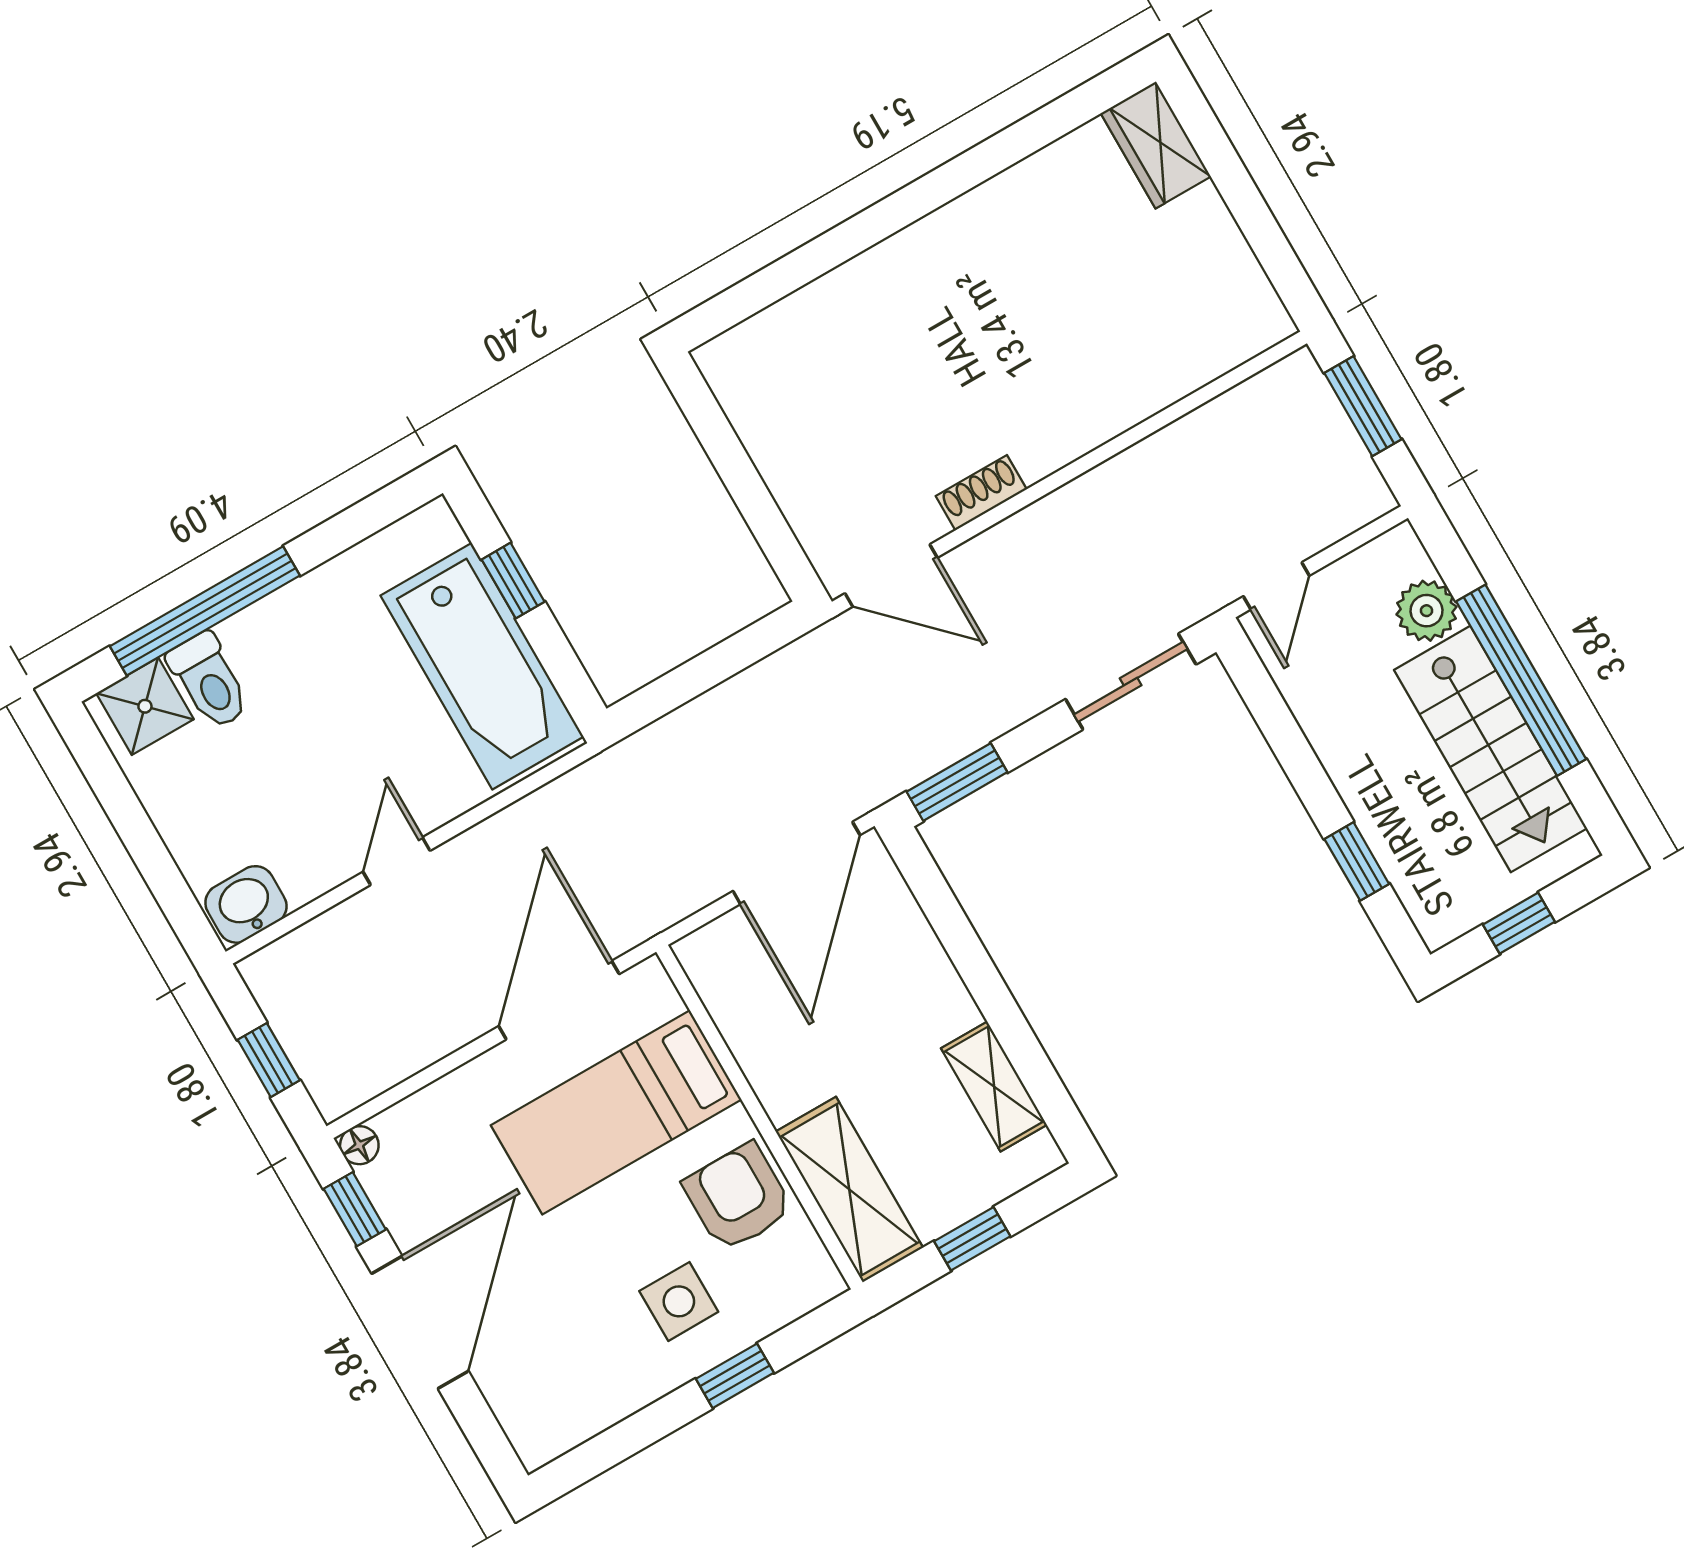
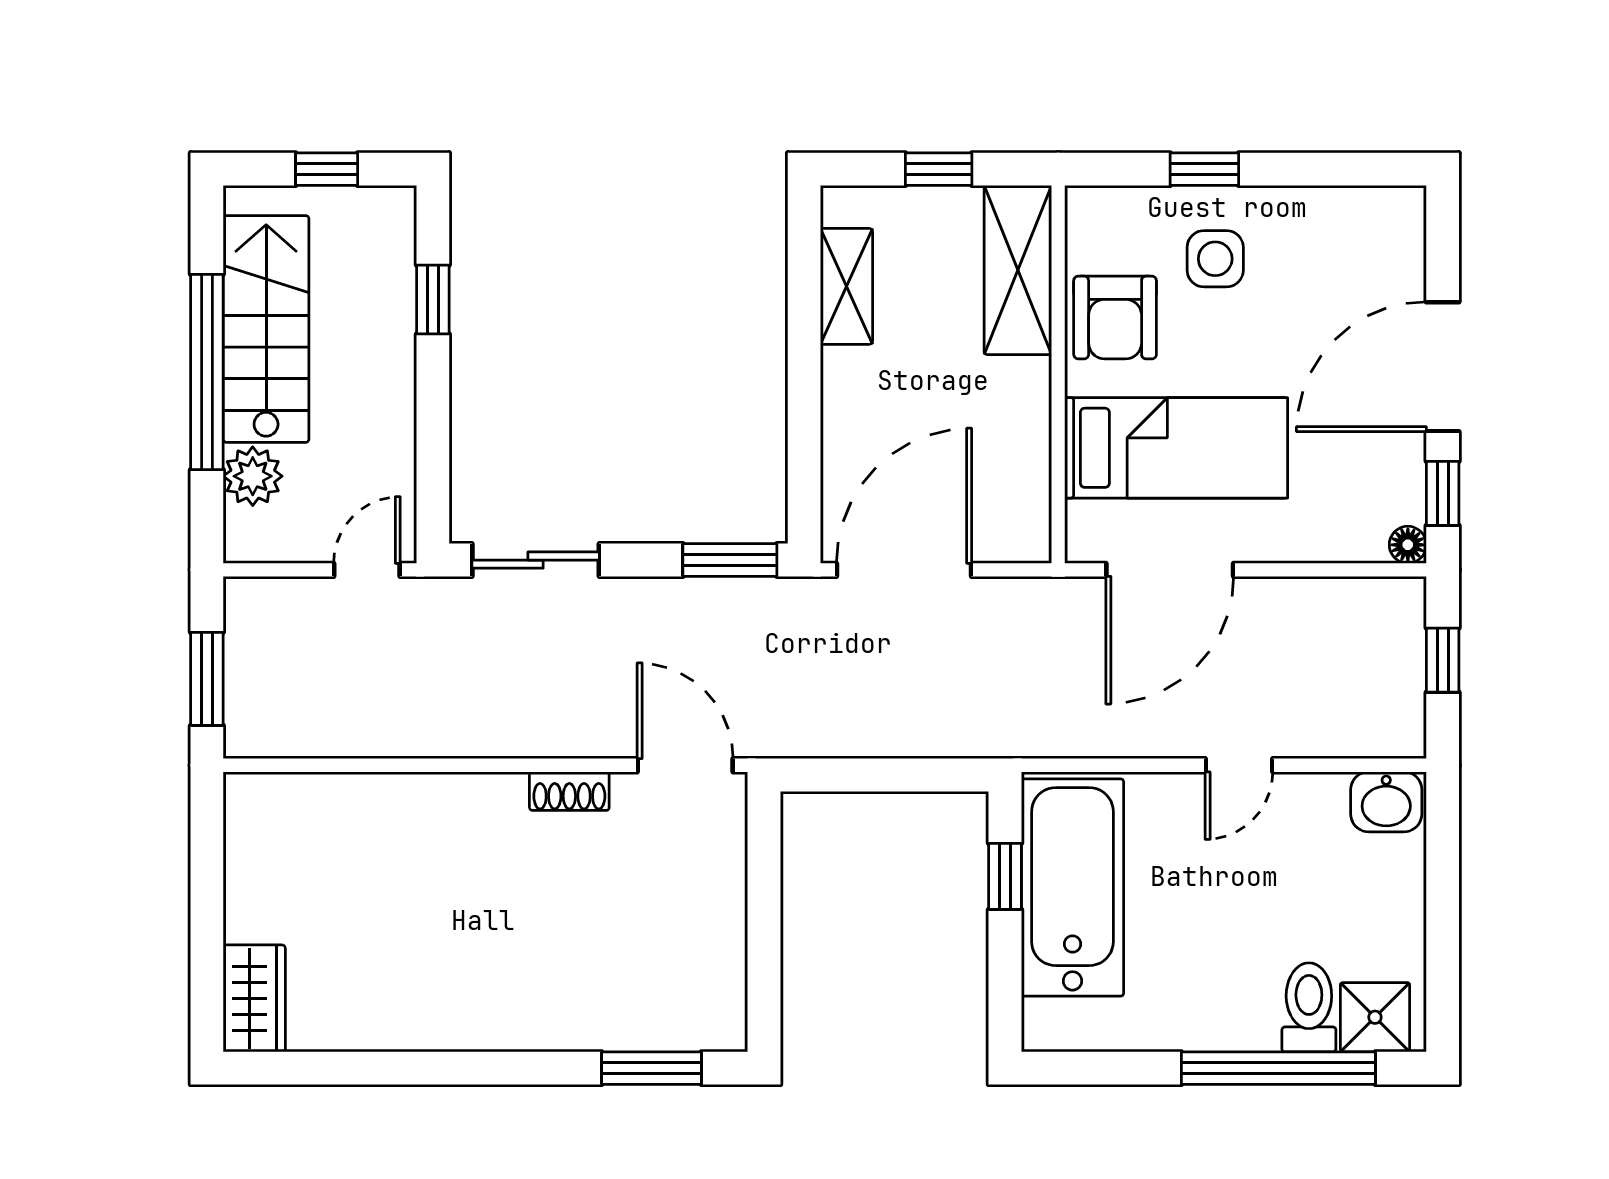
window: (765, 288) -> (652, 1068), added
window: (513, 581) -> (1005, 876), moved

